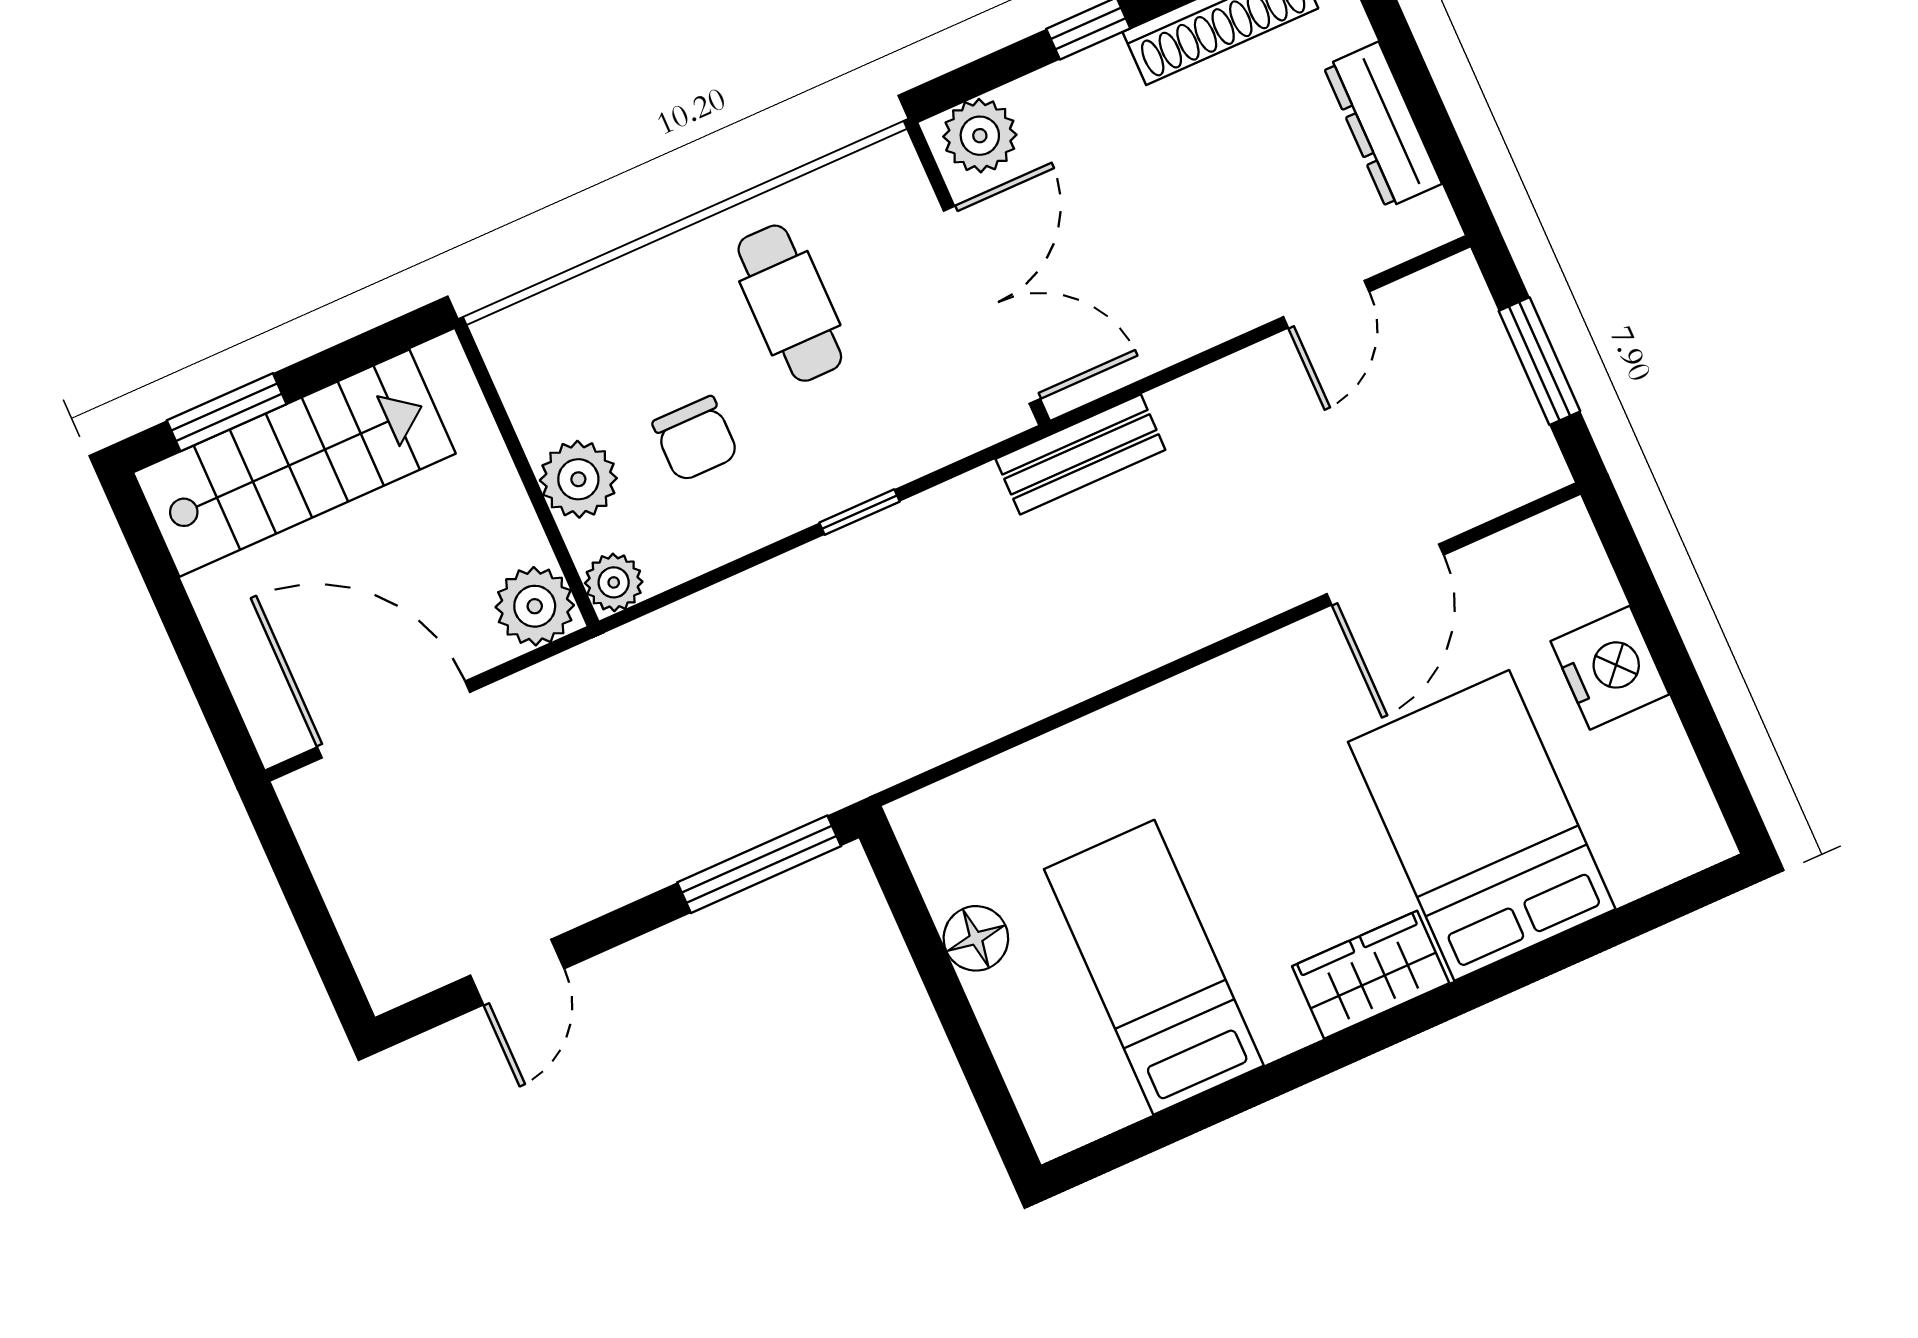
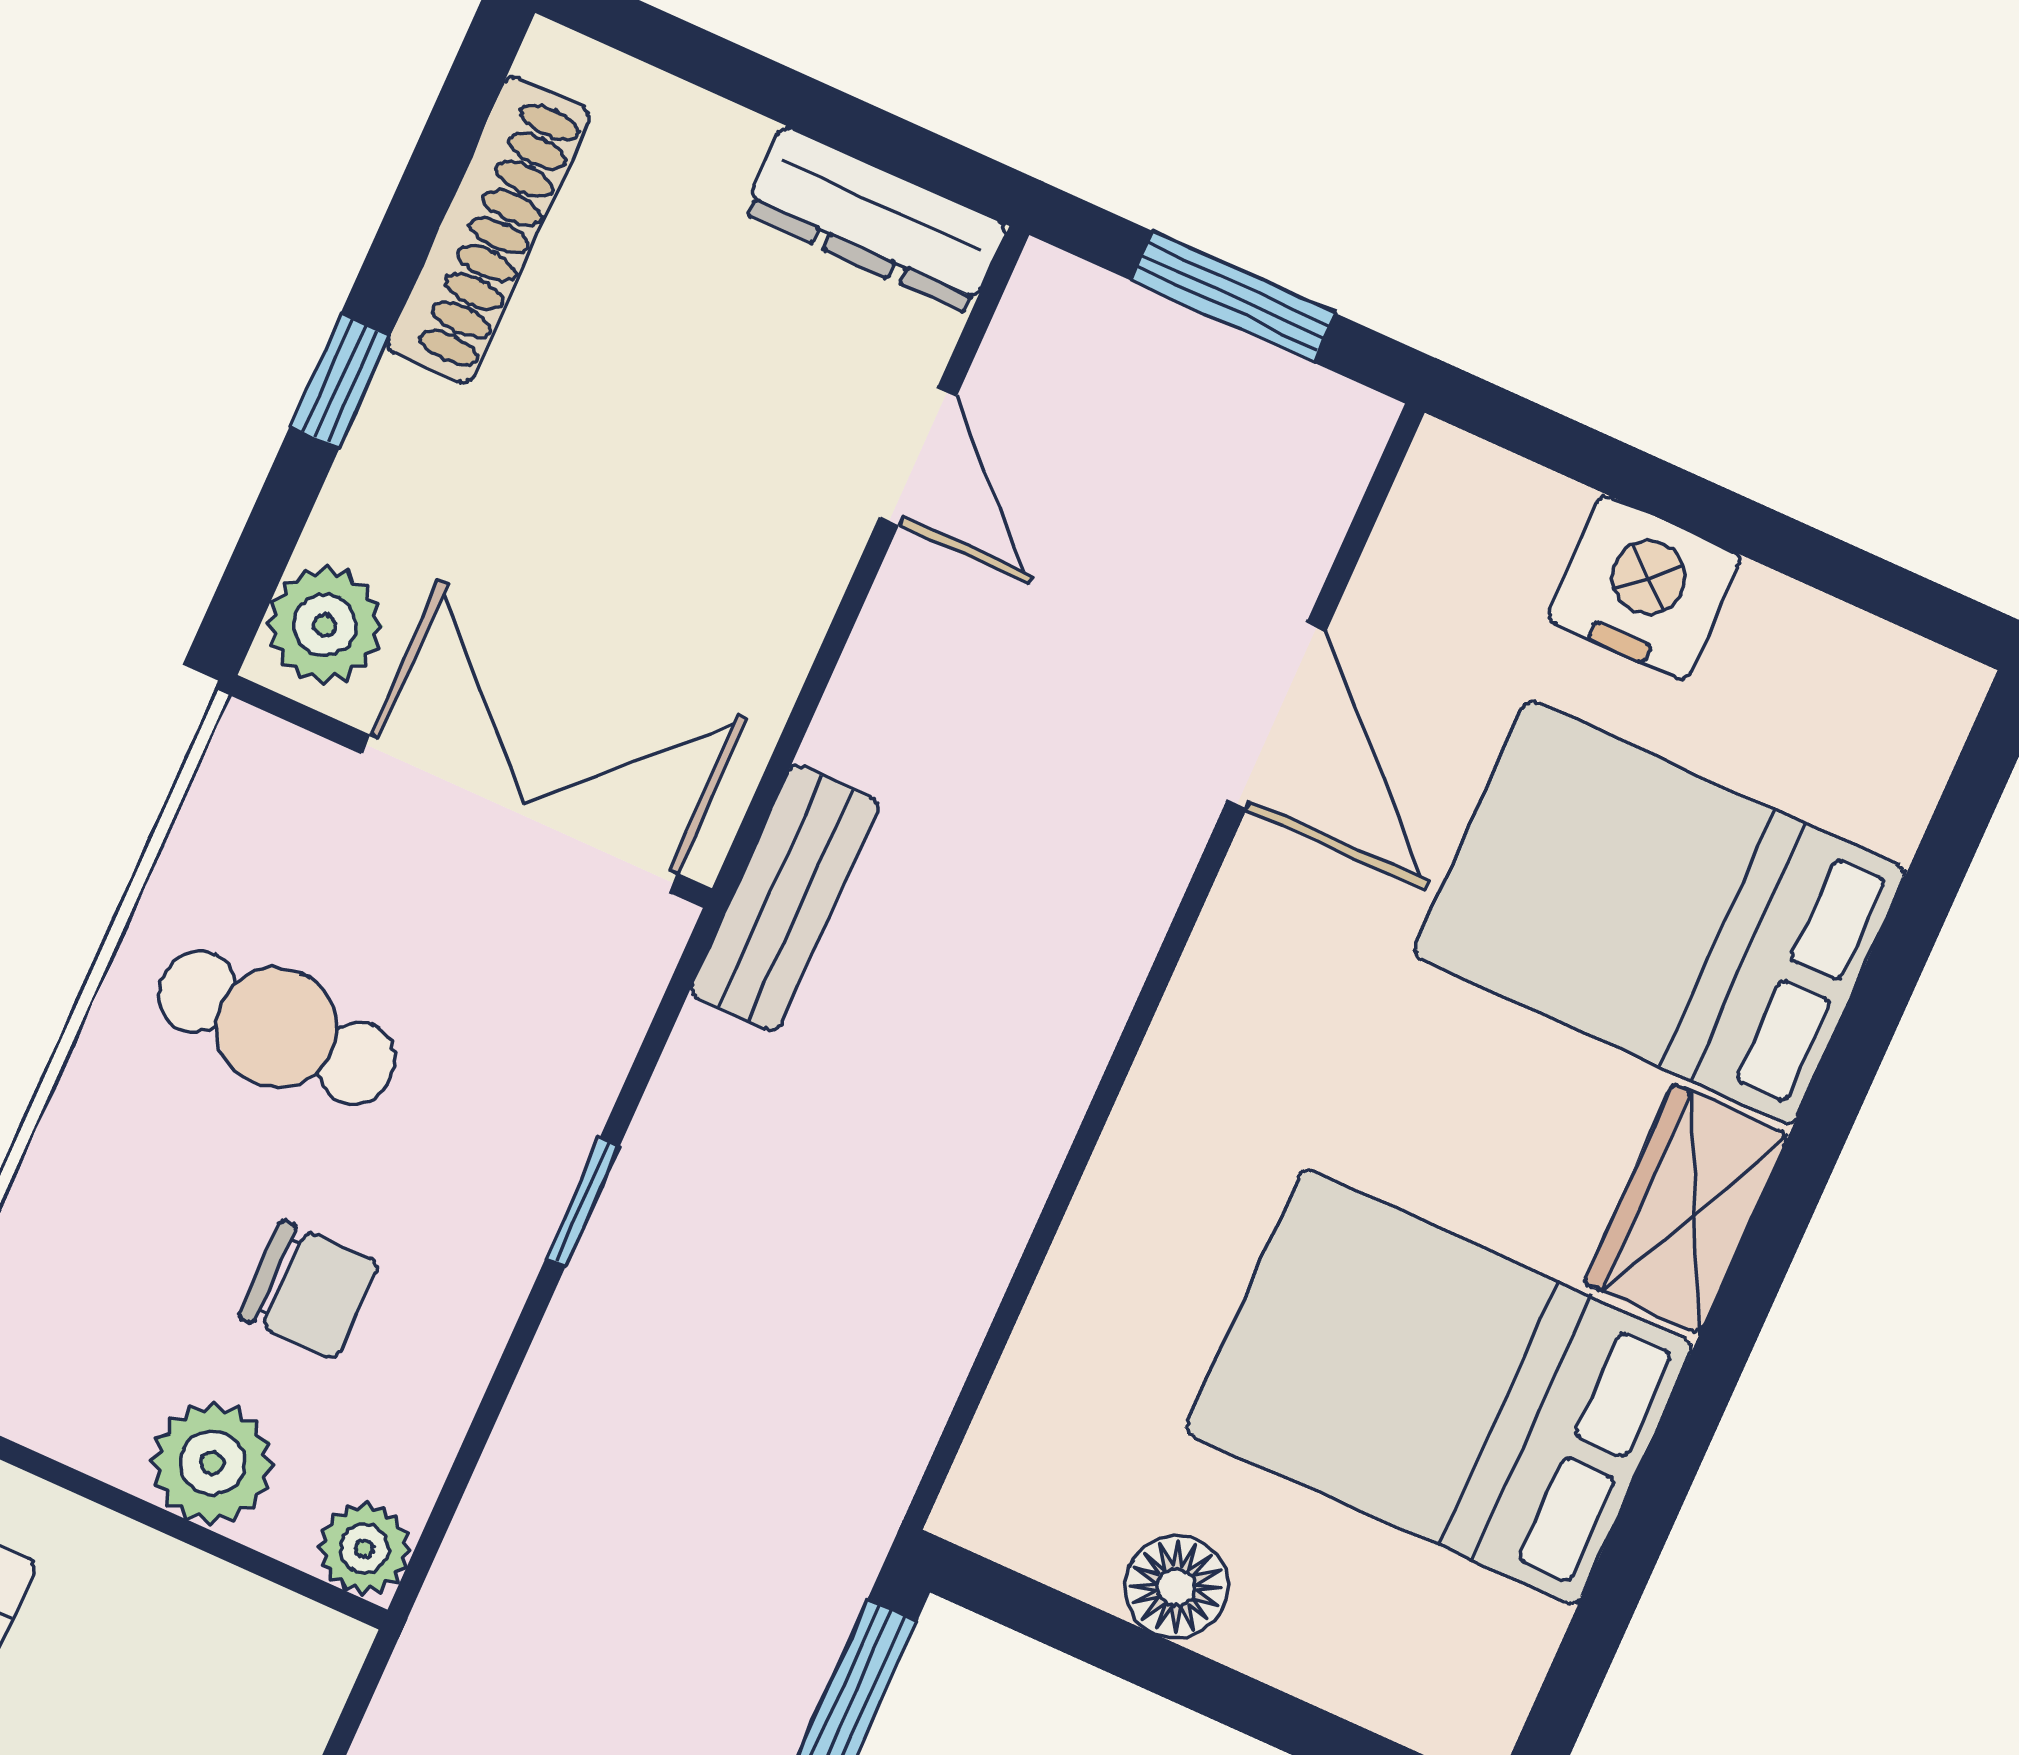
dresser: (1382, 125) -> (876, 219), moved
plant: (535, 606) -> (296, 1661), removed
bed: (1154, 967) -> (1440, 1387), width x1.50

